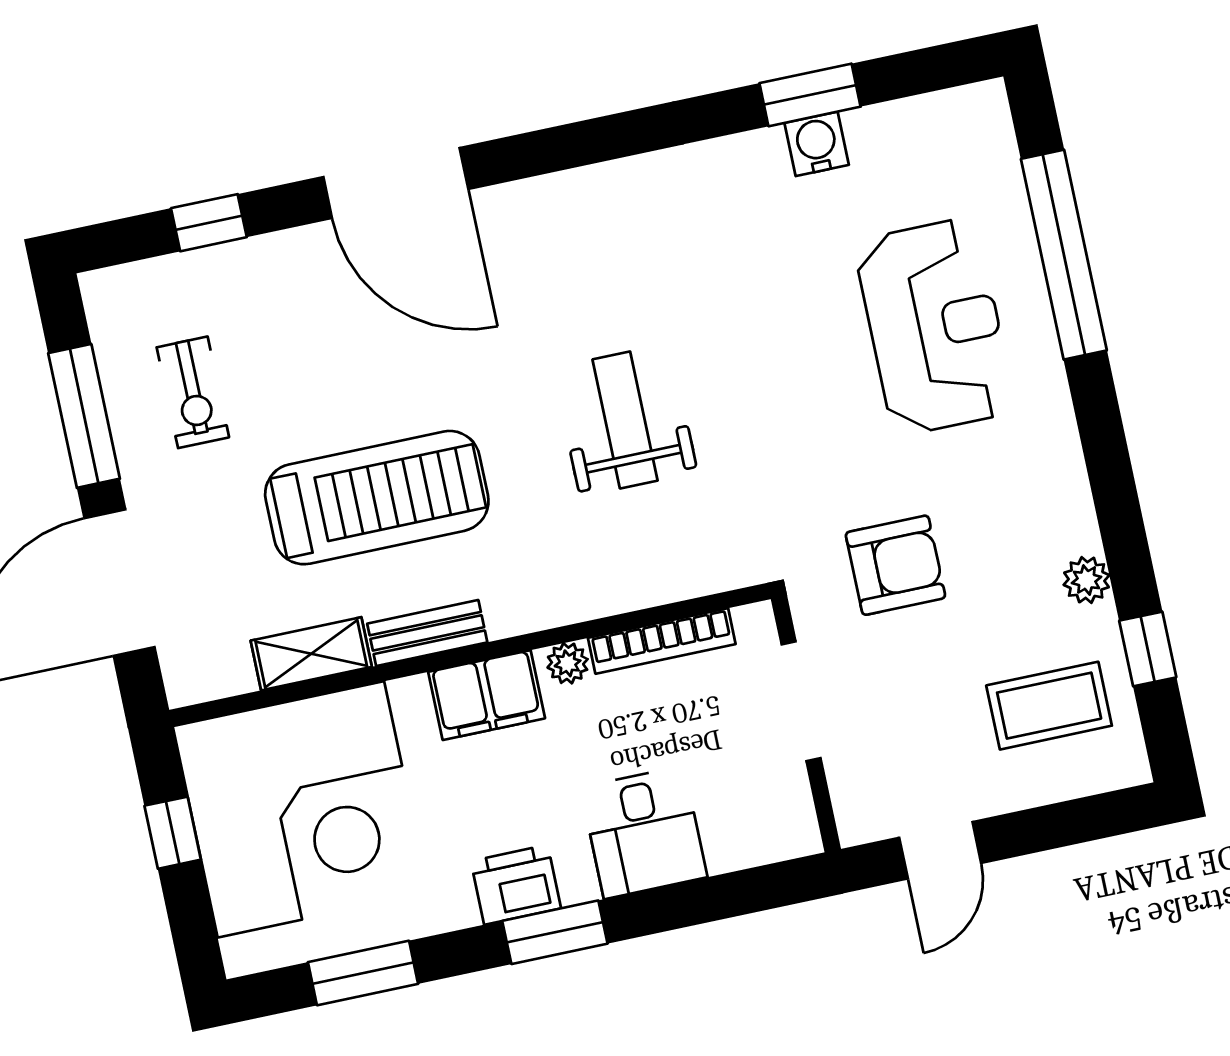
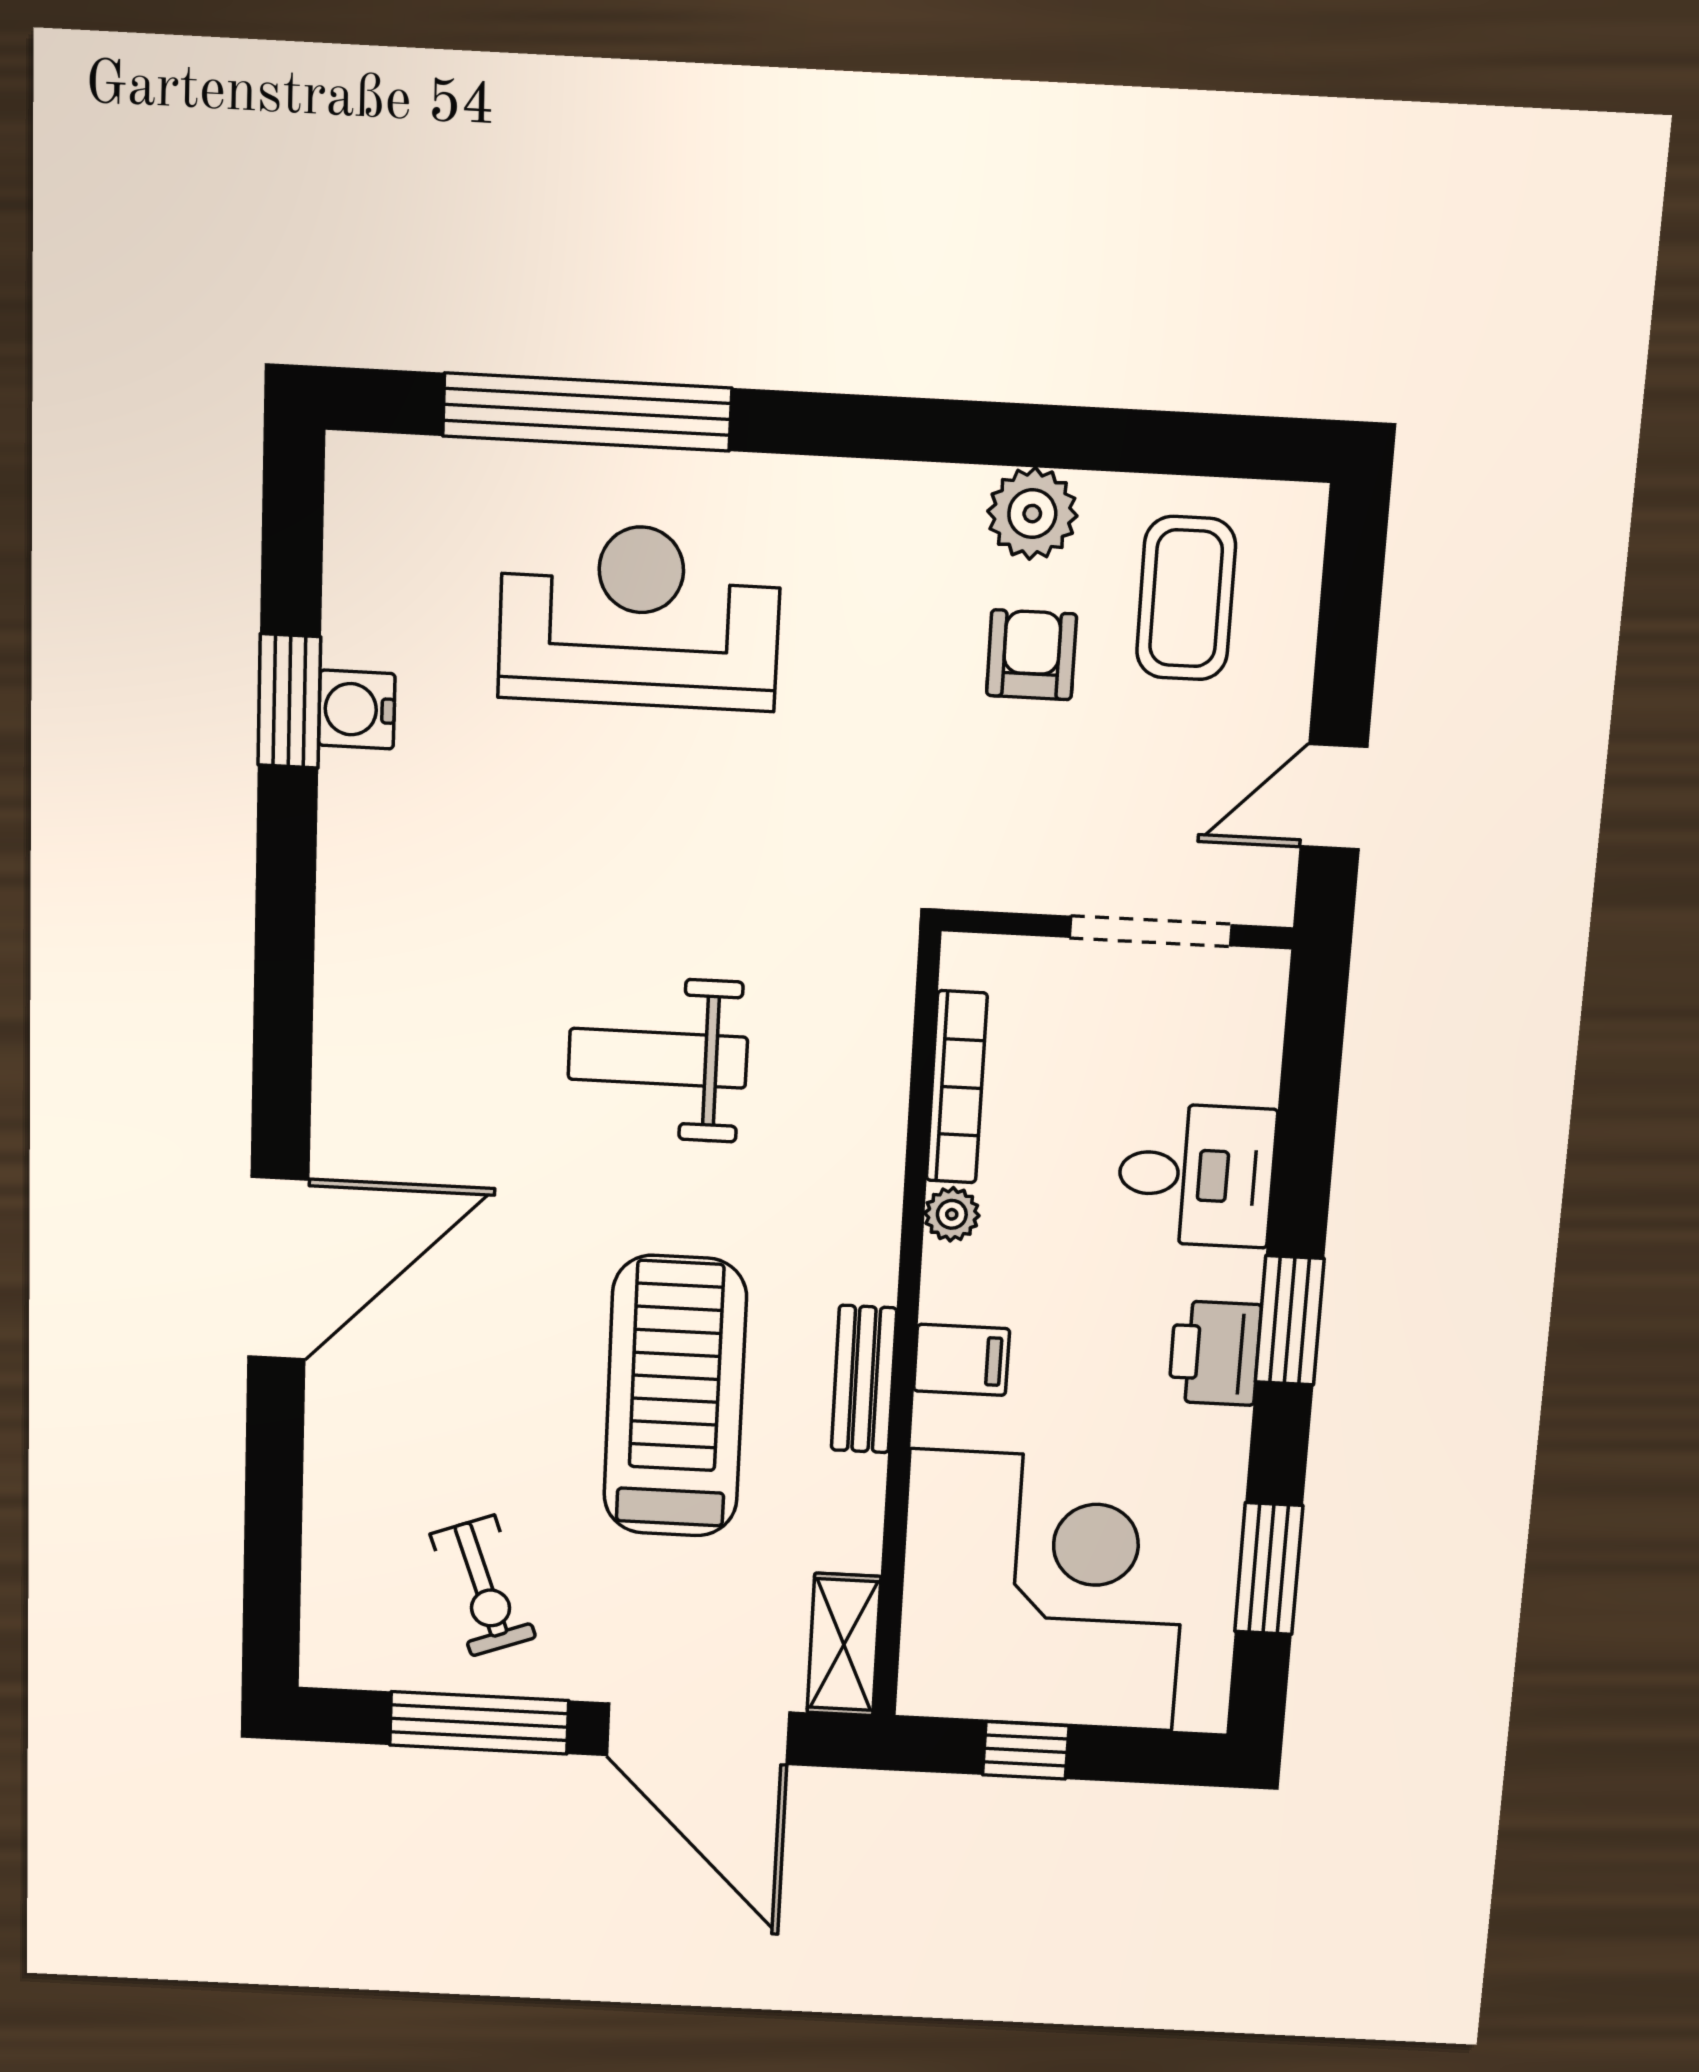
window: (209, 223) -> (273, 1512), removed
exercise bike: (193, 392) -> (483, 1586), turned 70
armchair: (895, 565) -> (1031, 655), moved, width x0.72, depth x0.72
plant: (1087, 580) -> (1032, 514), width x1.38, depth x1.38
window: (1148, 649) -> (1149, 442), removed
shelving: (311, 654) -> (844, 1645), moved
filing cabinet: (487, 695) -> (962, 1360), width x0.50
doorway: (801, 701) -> (1151, 931), moved
door: (940, 850) -> (1334, 797), swing flipped

